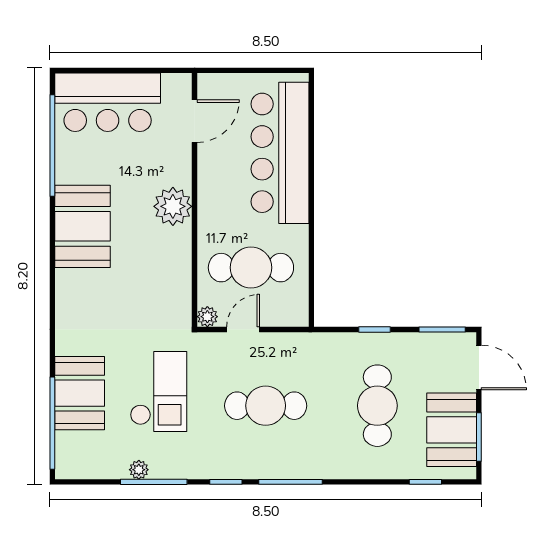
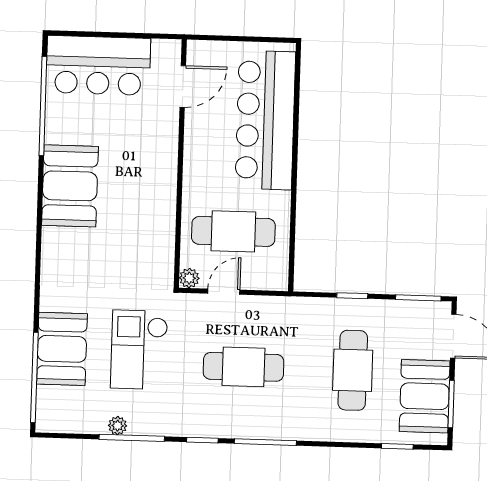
plant: (173, 206) -> (159, 169), removed
checkout: (158, 391) -> (139, 350), turned 180

